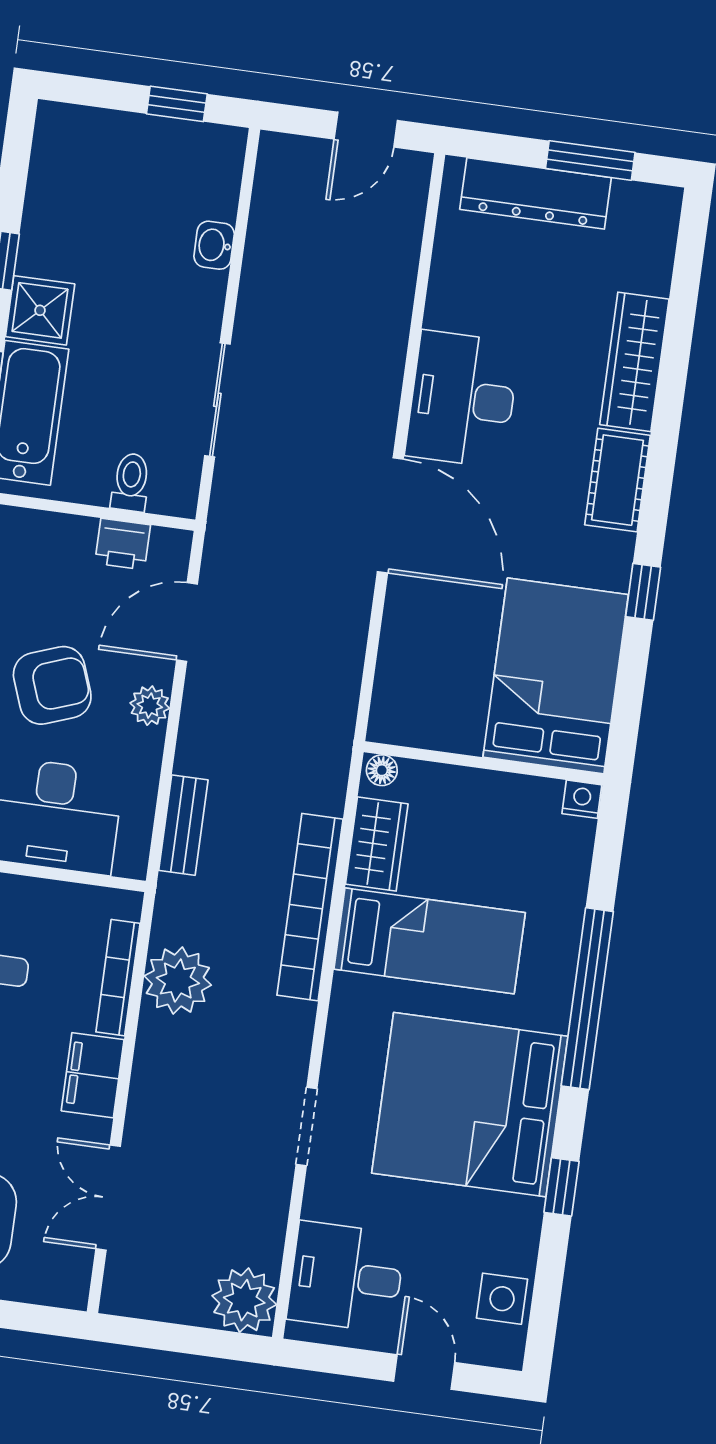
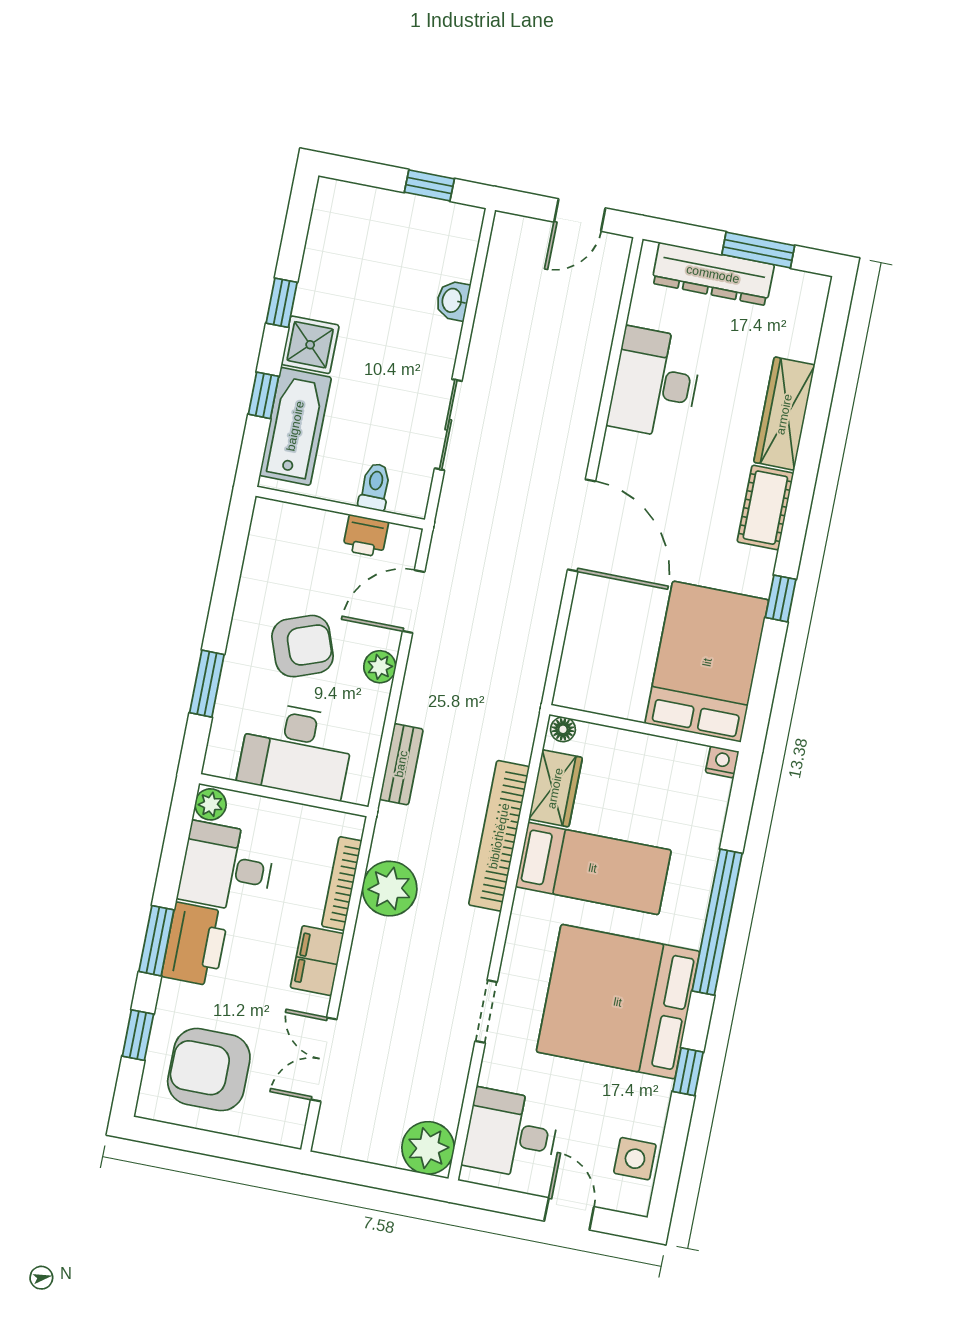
desk: (462, 399) -> (655, 383), moved

